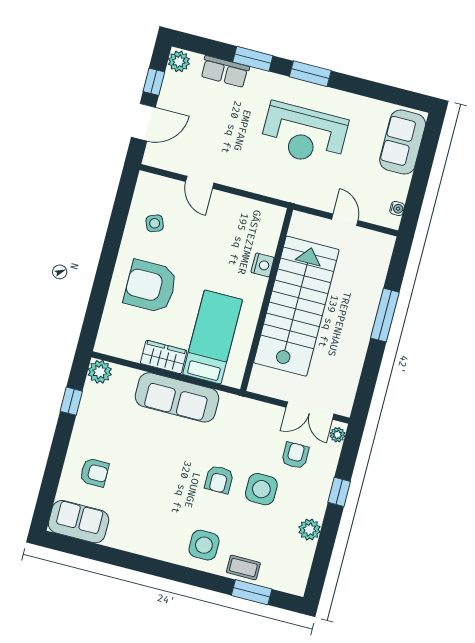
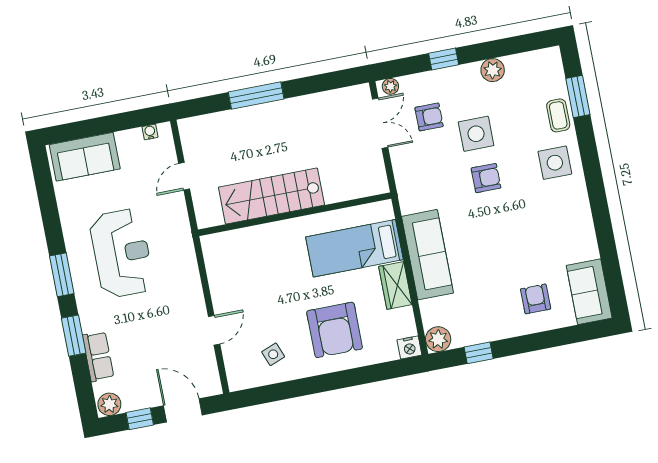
nightstand: (263, 265) -> (409, 347), moved, turned 180
stairs: (296, 306) -> (271, 196), width x0.73, depth x0.66
armchair: (295, 455) -> (429, 117), turned 180

